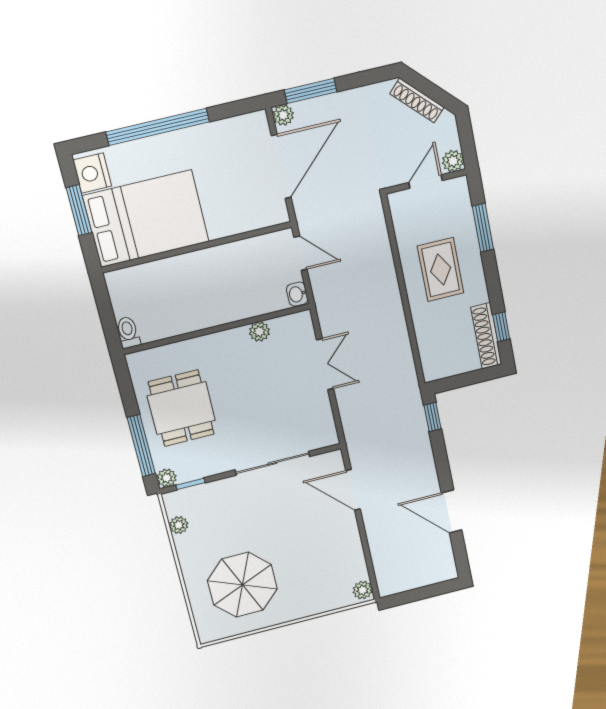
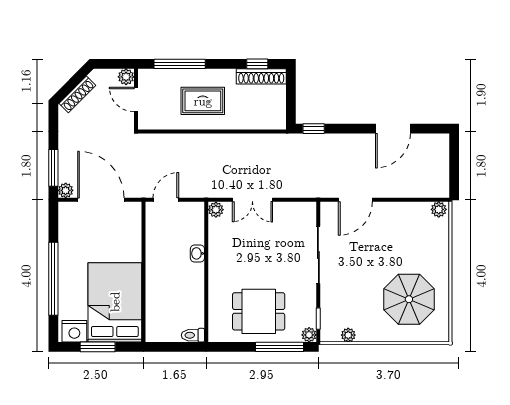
window: (483, 228) -> (180, 64), width x1.44
washbasin: (297, 294) -> (197, 253), moved, turned 90
plant: (259, 332) -> (216, 210), moved
double door: (325, 364) -> (252, 200), swing flipped

